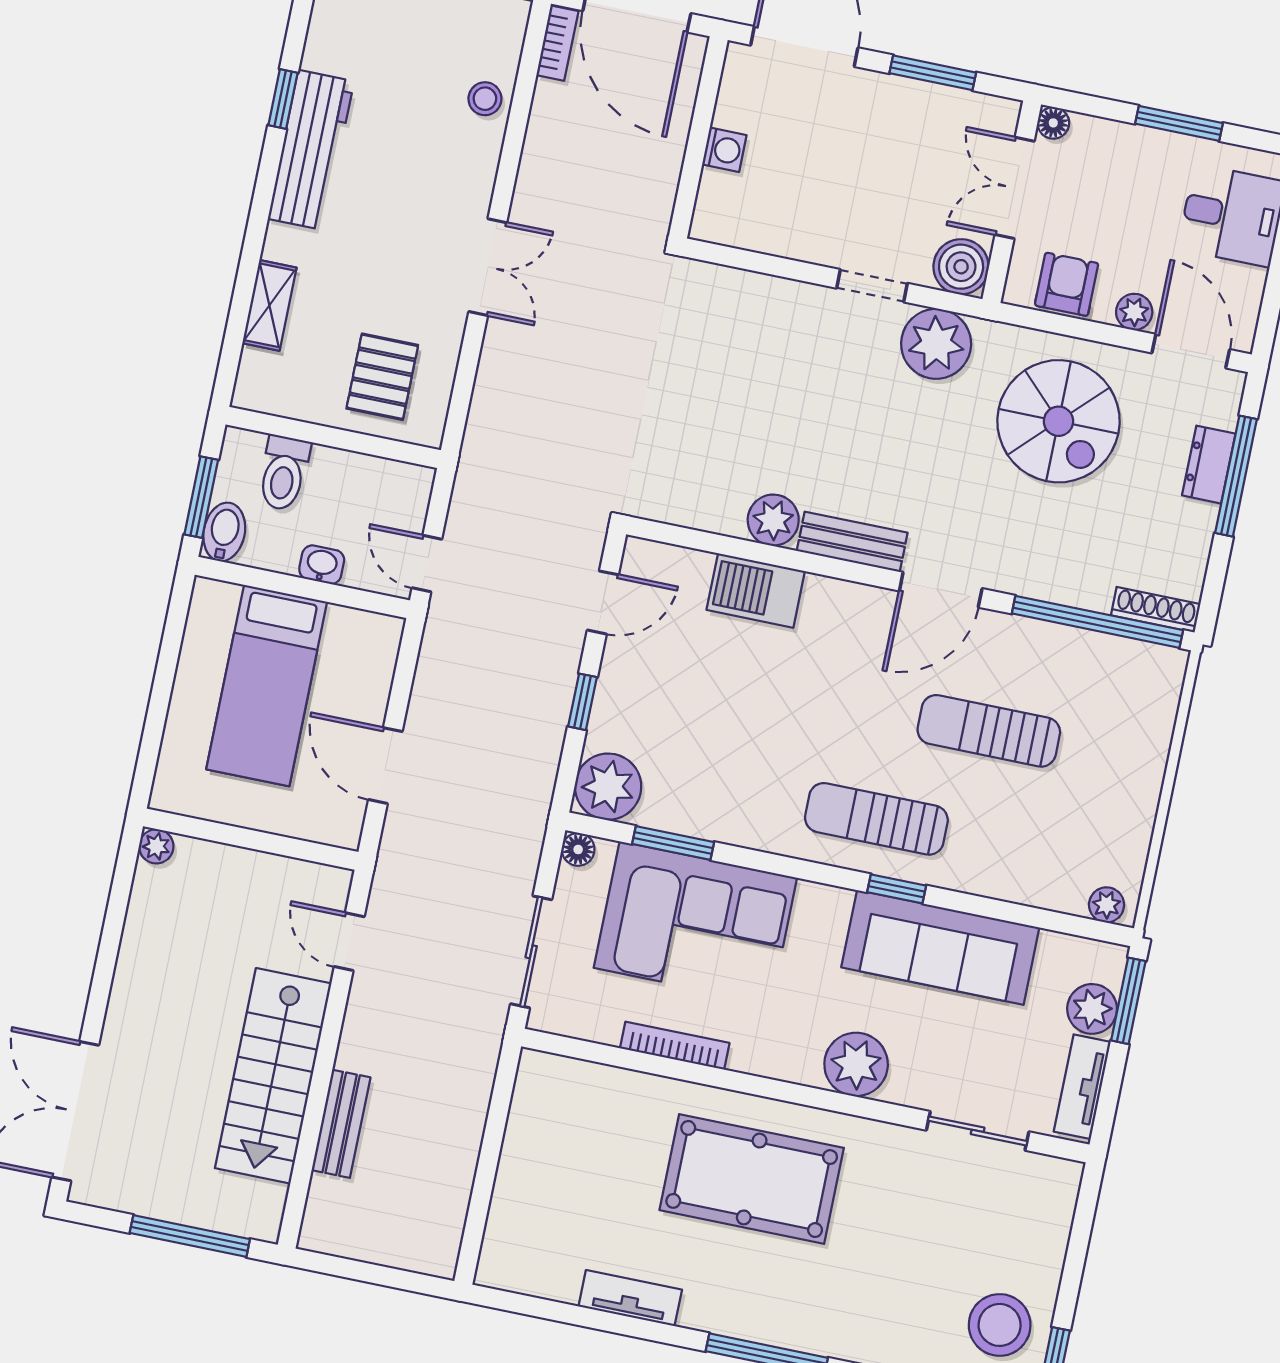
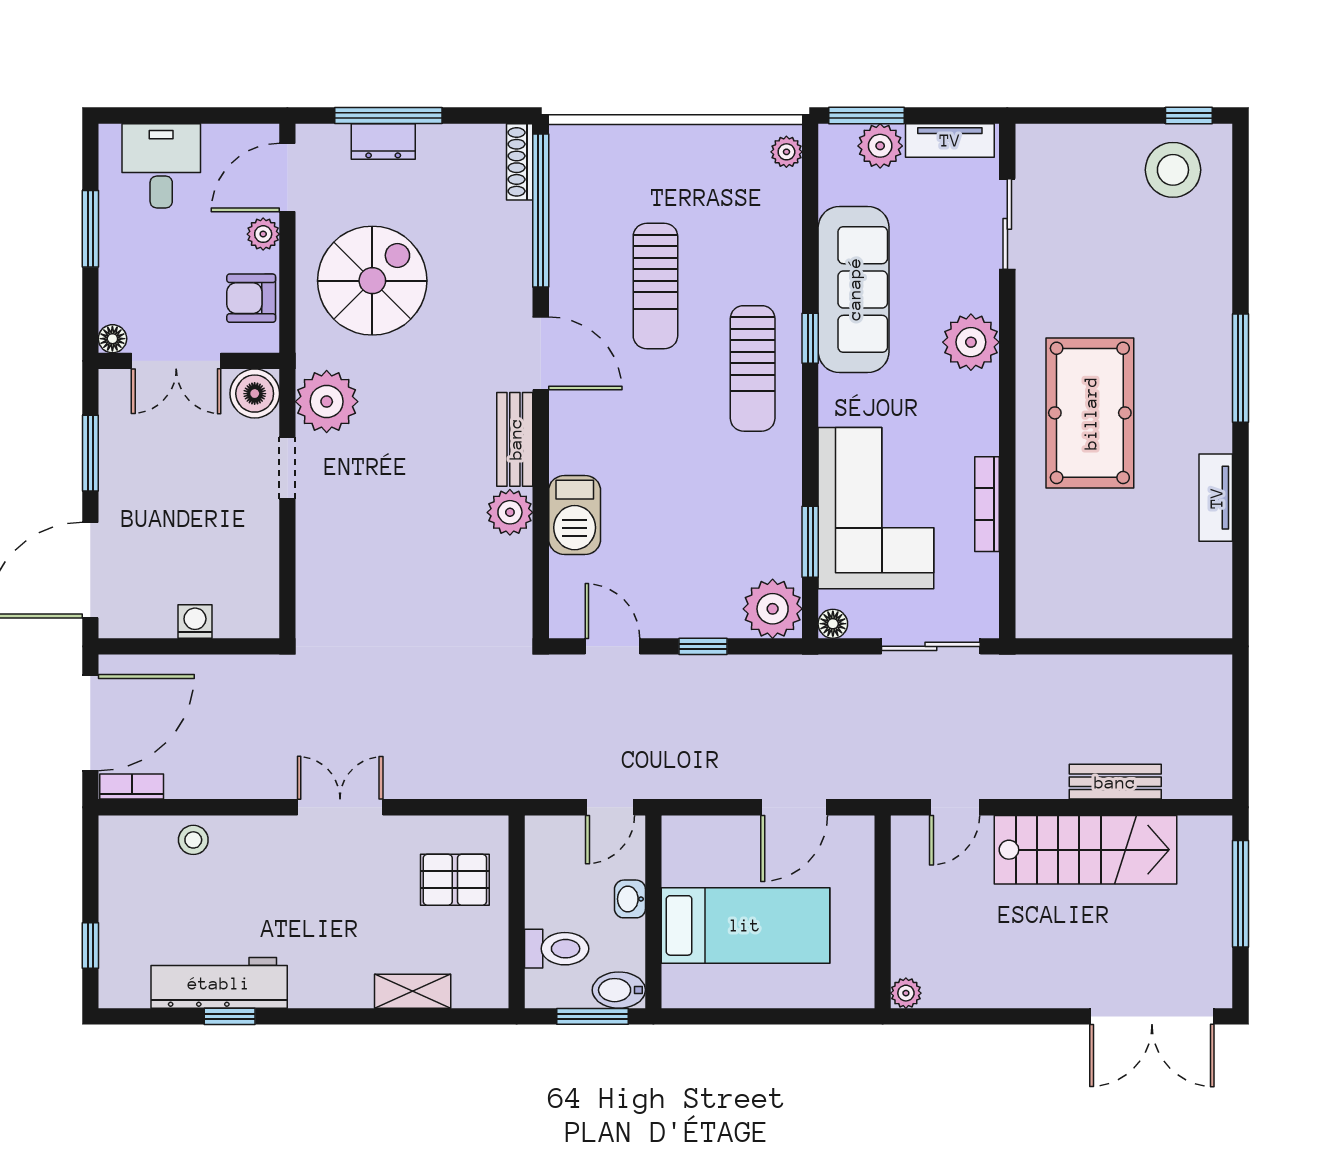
workbench: (311, 150) -> (219, 983), moved

